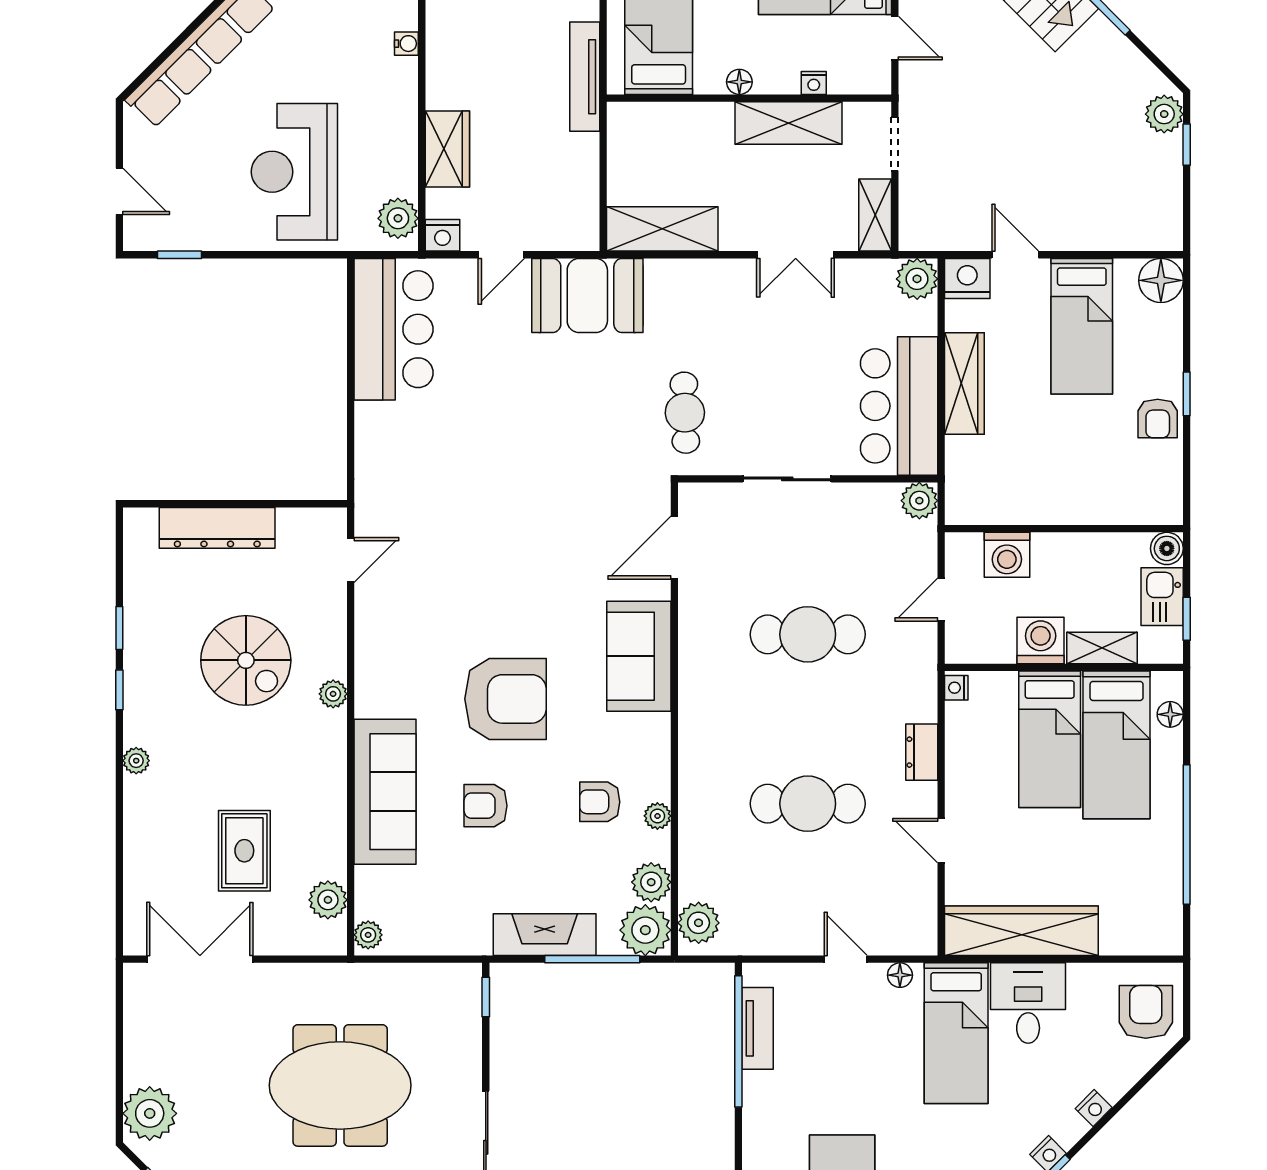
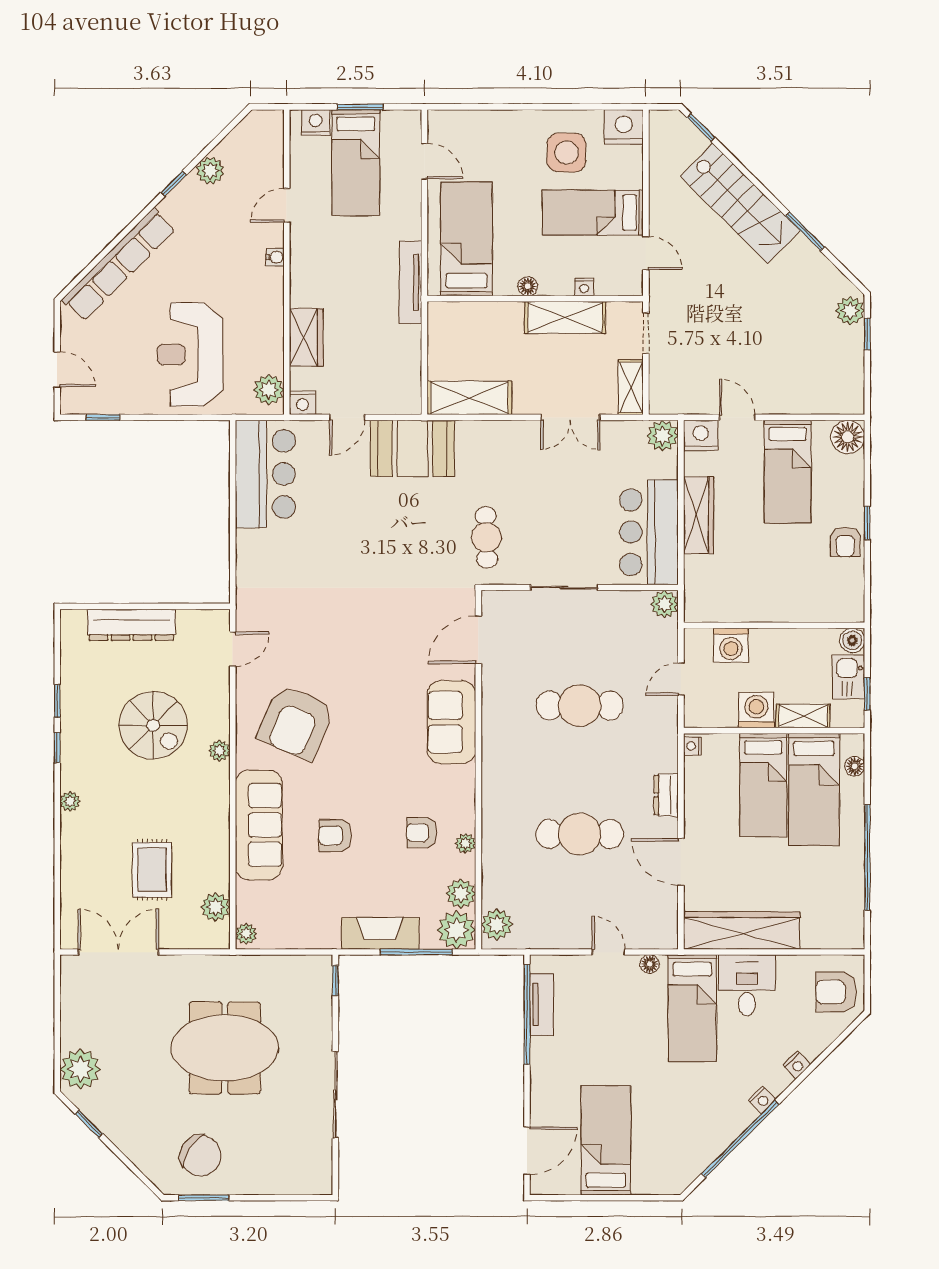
armchair: (506, 699) -> (296, 722), moved, turned 113
door: (941, 841) -> (681, 862), width x1.38
armchair: (1146, 1012) -> (836, 992), turned -90

